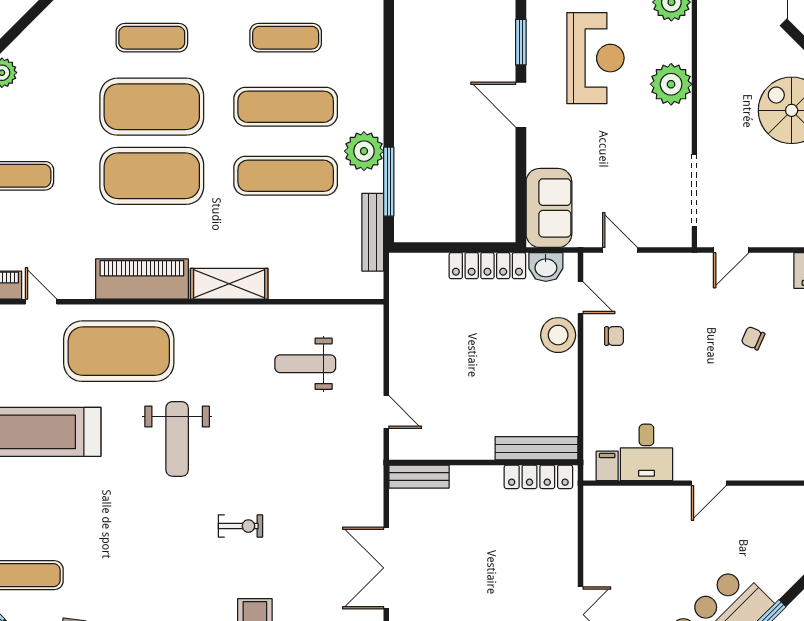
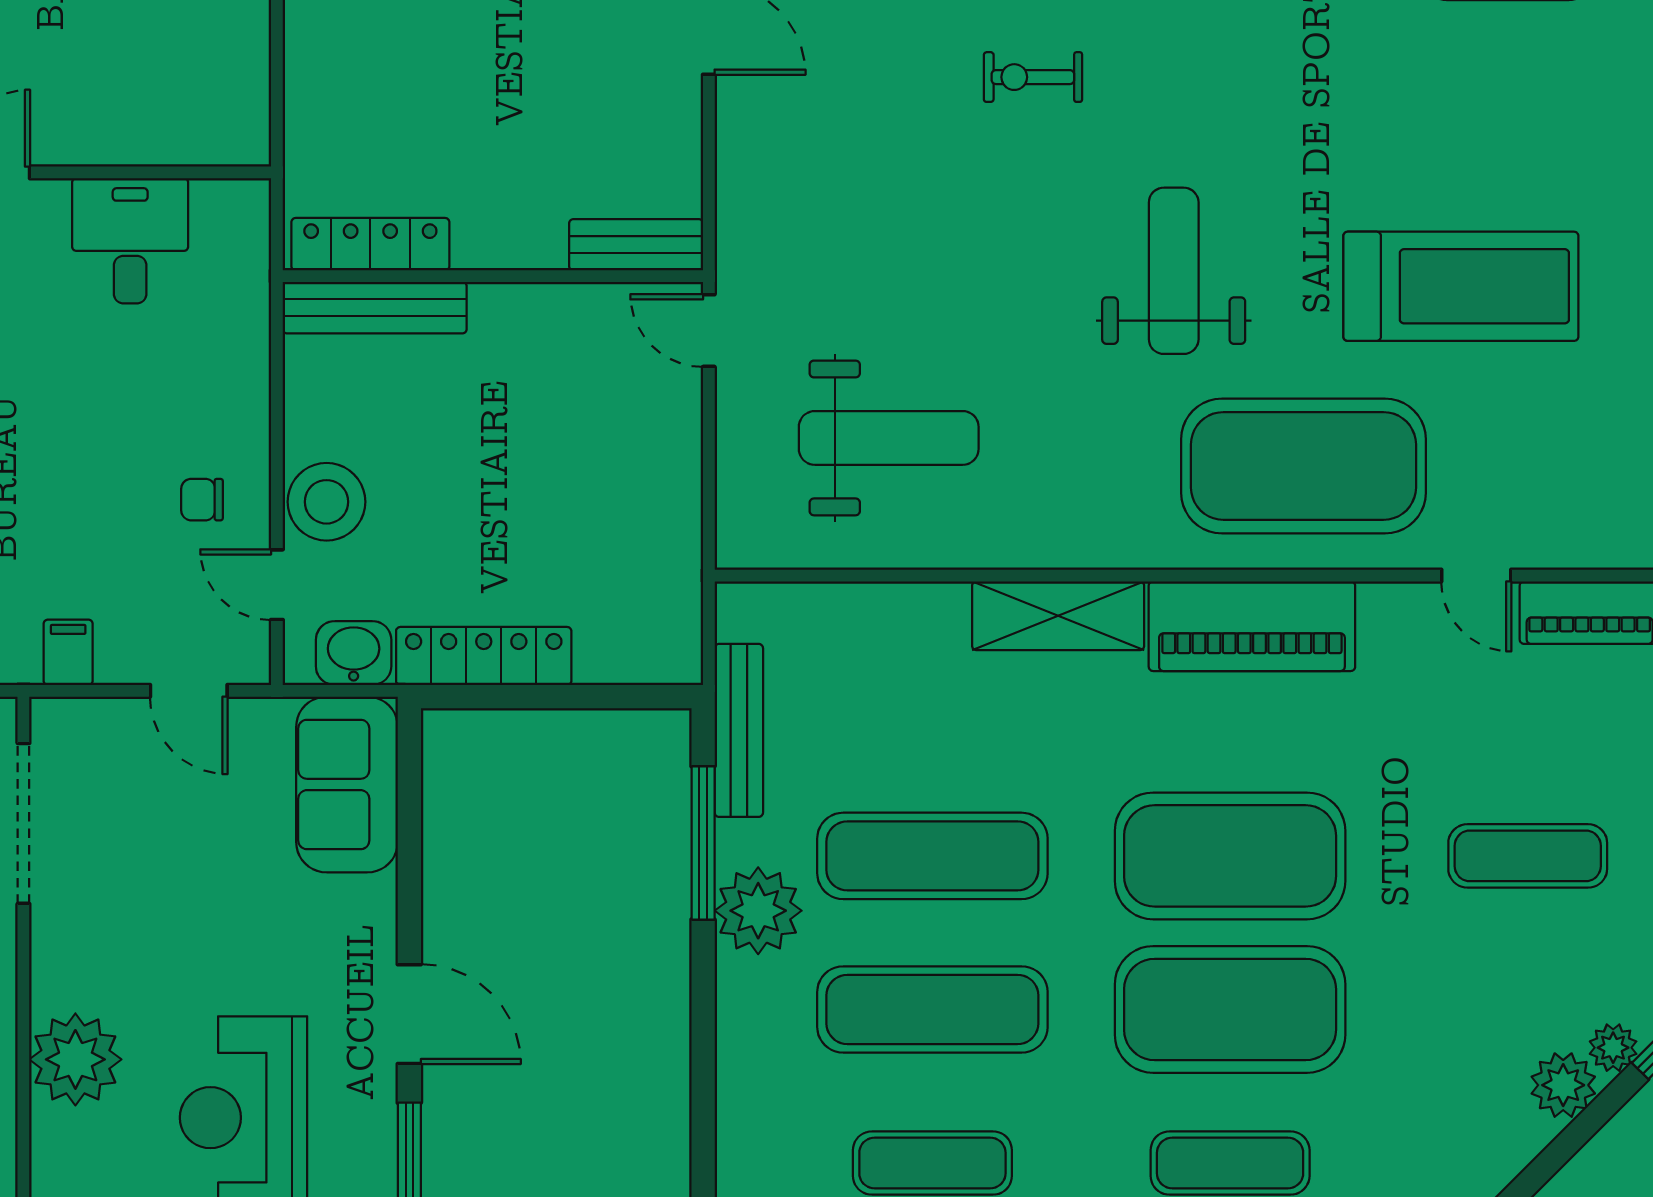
weight bench: (305, 364) -> (889, 438), width x1.36, depth x1.33
bench: (536, 448) -> (375, 308), moved
wall: (483, 462) -> (493, 276), moved
filing cabinet: (607, 466) -> (68, 652), moved, turned 180
bench: (419, 477) -> (636, 245), moved
locker: (538, 477) -> (370, 244), moved

